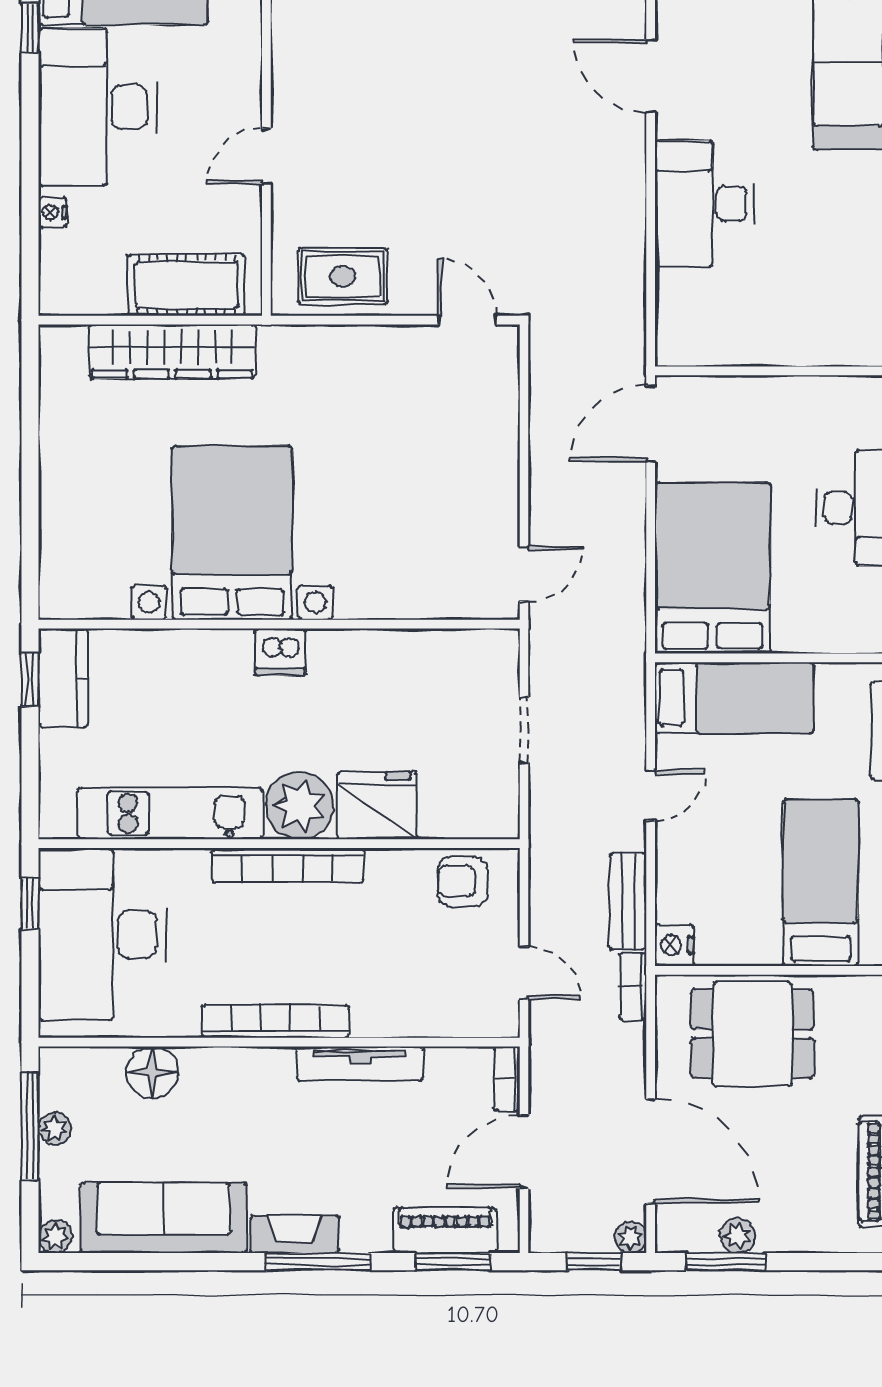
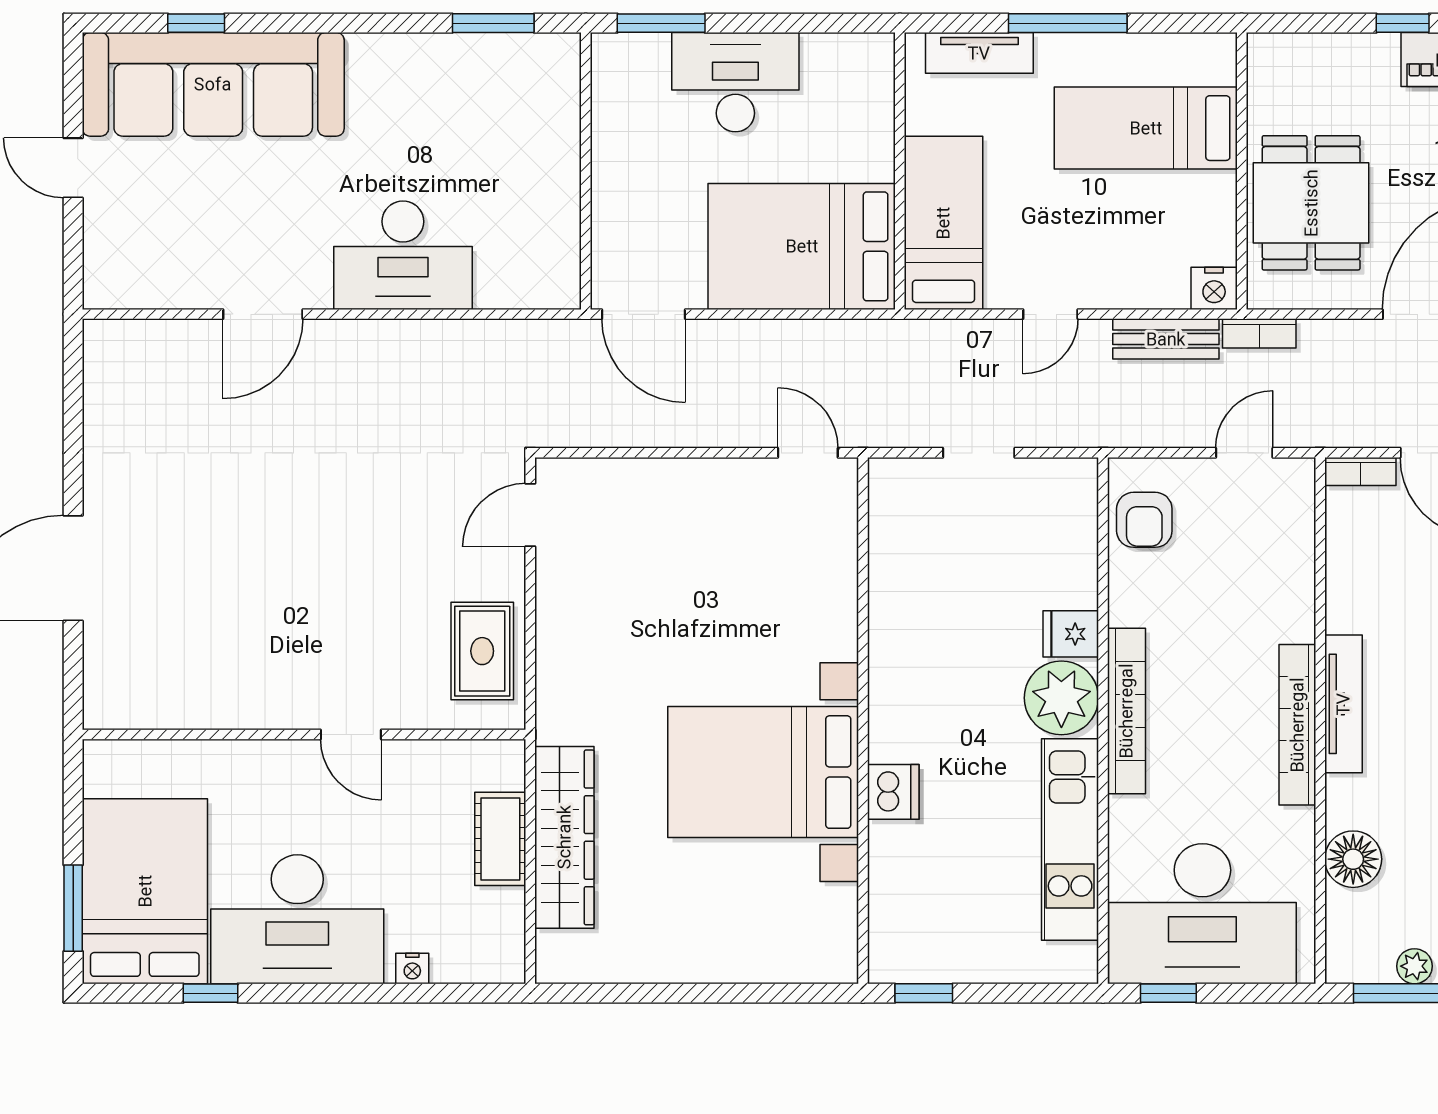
cot: (187, 285) -> (500, 839), width x0.73, depth x0.75
dishwasher: (280, 652) -> (893, 792), moved
kitchen counter: (63, 678) -> (922, 957), removed
door: (651, 796) -> (1050, 314), swing flipped
fridge: (377, 806) -> (1071, 634), width x0.53, depth x0.75
tv unit: (360, 1063) -> (1343, 704), moved

